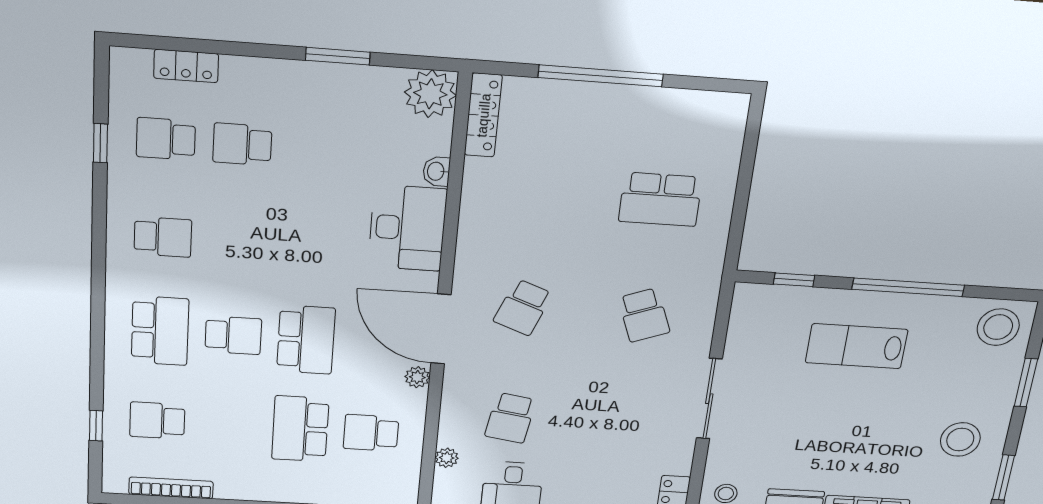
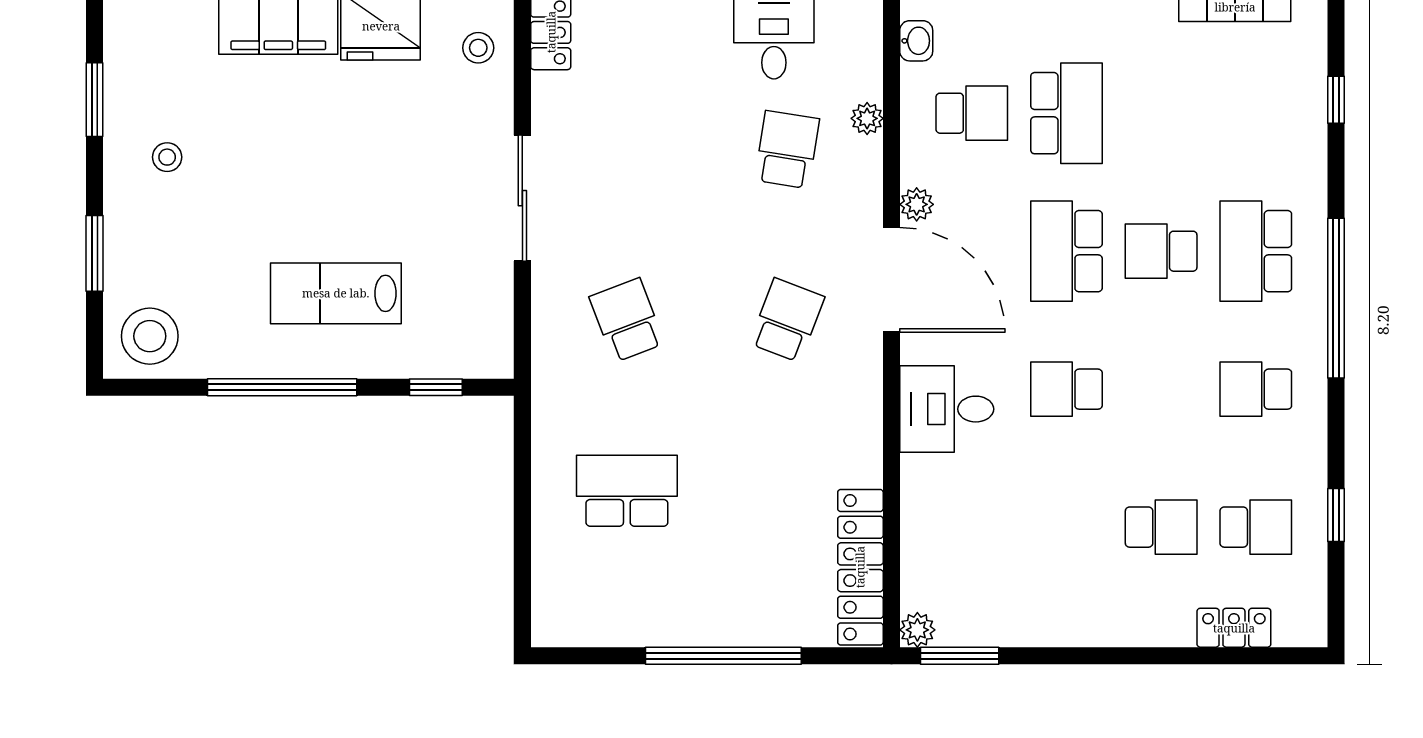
window: (338, 56) -> (960, 656), moved
plant: (430, 94) -> (917, 630), width x0.53, depth x0.53
locker: (483, 115) -> (860, 567), width x1.41, depth x1.21
washbasin: (436, 171) -> (916, 41), moved
desk: (407, 228) -> (947, 409), width x0.73
window: (98, 295) -> (1336, 298), added
lab bench: (857, 346) -> (336, 293), turned 180
school desk: (157, 421) -> (1066, 389), moved, turned 180
stool: (960, 439) -> (167, 157), width x0.53, depth x0.53
plant: (447, 458) -> (867, 118), moved

